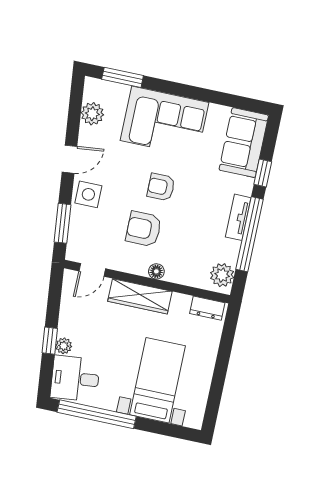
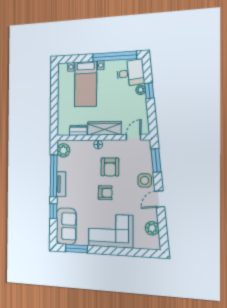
window: (123, 77) -> (76, 249), moved
armchair: (144, 229) -> (110, 167), turned 90
dresser: (207, 308) -> (78, 130), moved

